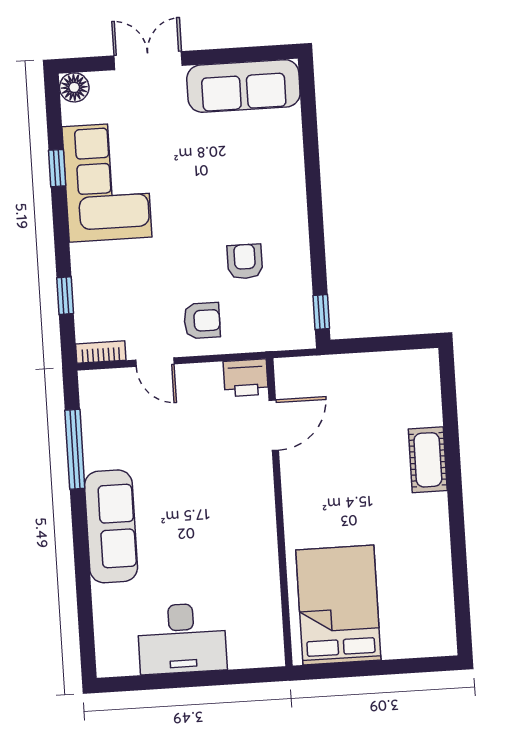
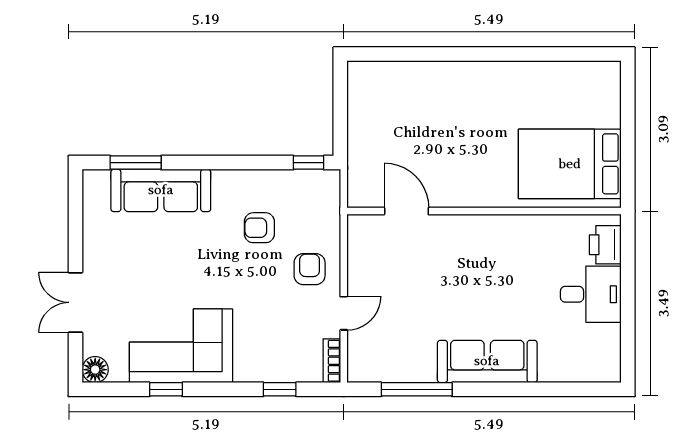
sofa: (243, 86) -> (161, 190), moved, turned 90
window: (309, 118) -> (136, 163), added
printer: (246, 378) -> (605, 245), moved, turned 180
cot: (428, 460) -> (446, 76), removed
desk: (182, 638) -> (591, 294), width x0.73

